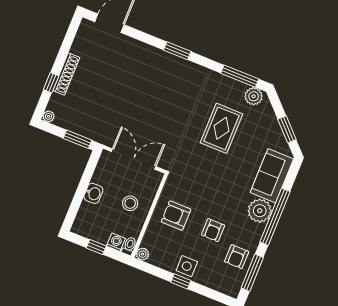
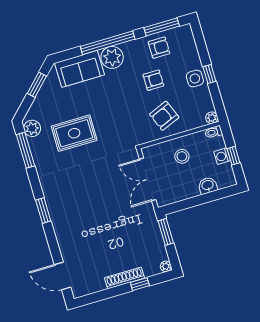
washbasin: (93, 193) -> (208, 185), moved
armchair: (176, 216) -> (164, 116), turned 68
washing machine: (116, 242) -> (222, 156), moved

